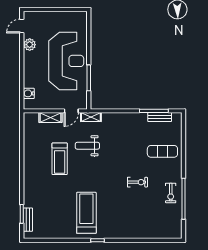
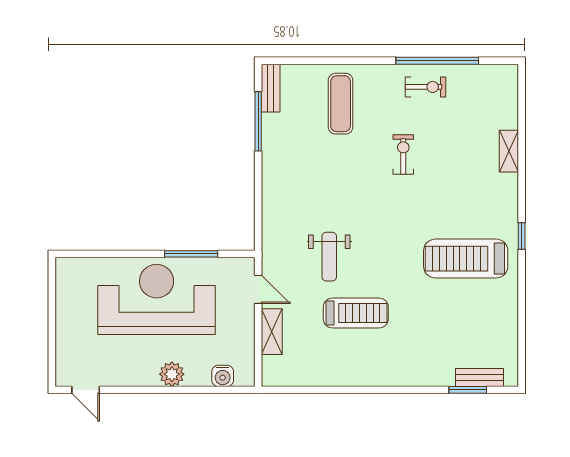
plant: (30, 45) -> (172, 374), moved
shelving: (91, 117) -> (509, 151), moved
bench: (160, 117) -> (271, 88), moved

